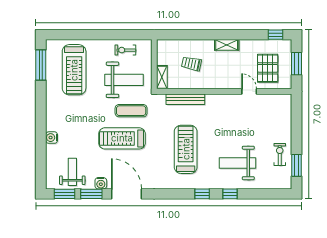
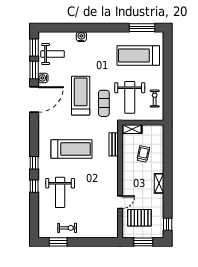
bench: (185, 99) -> (114, 144), width x0.73
weight bench: (237, 163) -> (60, 192), turned 180

